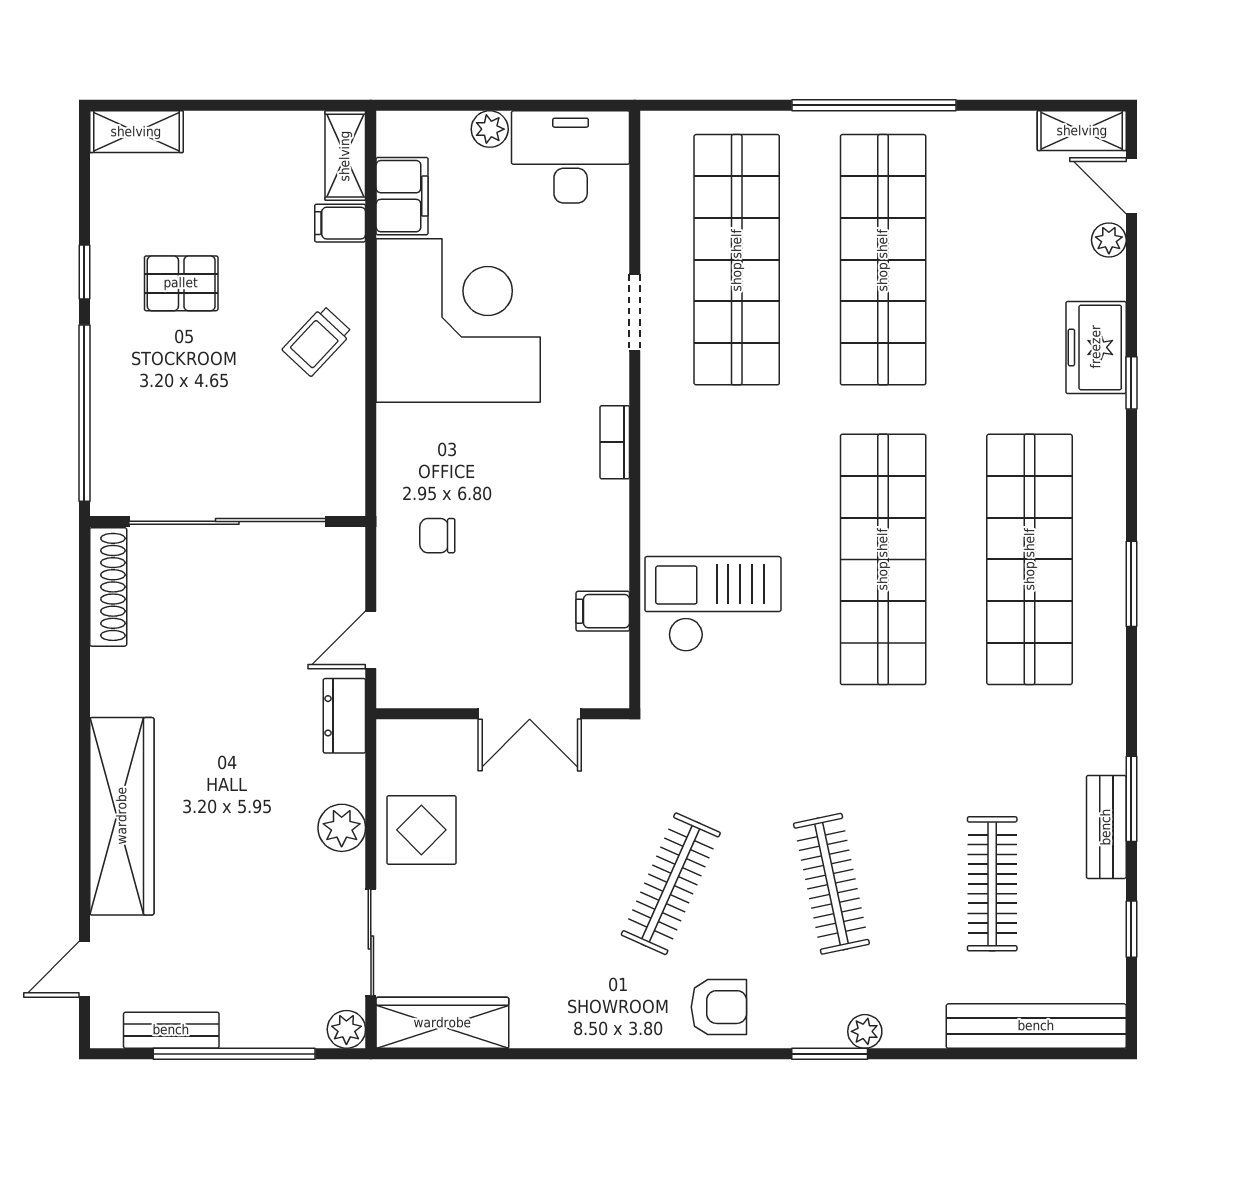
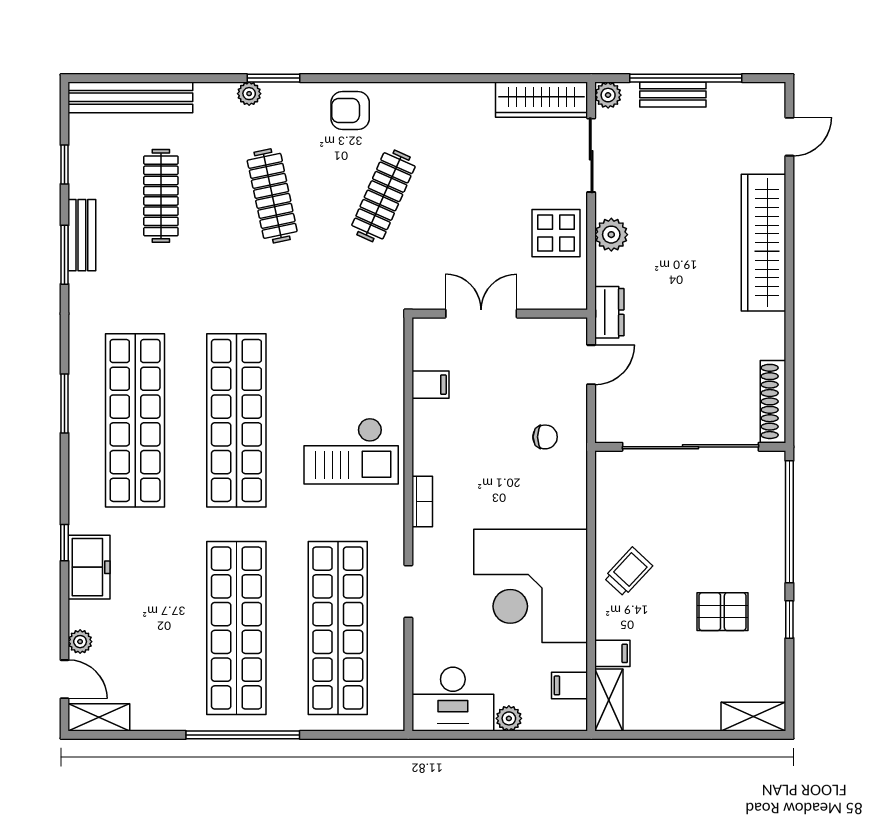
filing cabinet: (402, 196) -> (569, 685), width x0.50
checkout: (713, 604) -> (351, 451), moved
bench: (171, 1030) -> (673, 94), moved

